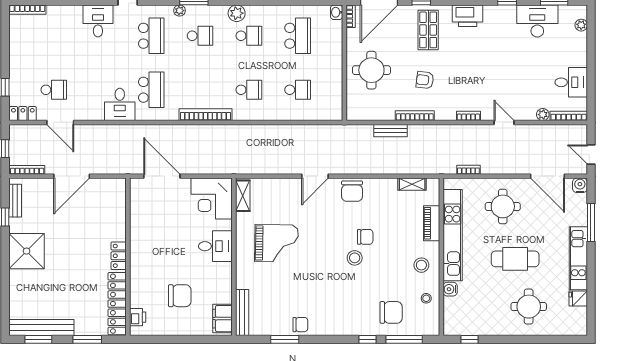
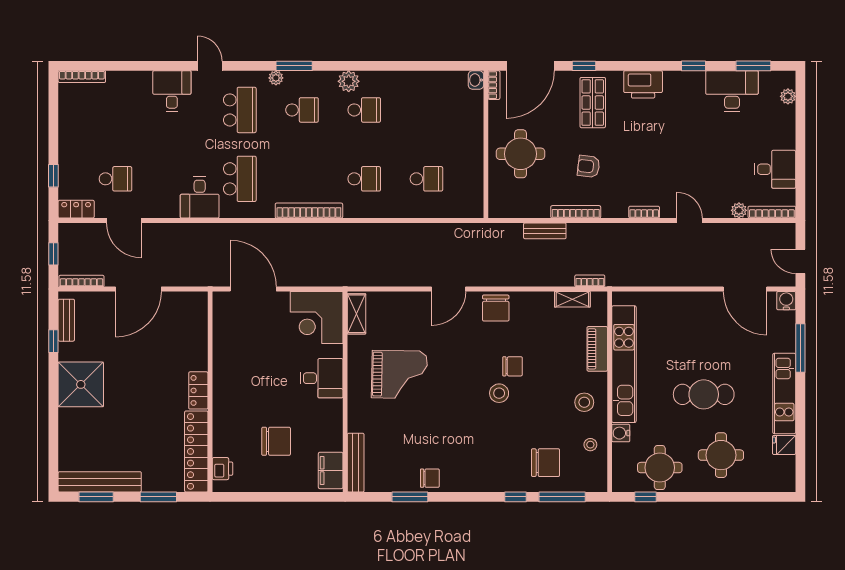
school desk: (298, 36) -> (426, 110), removed
bookcase: (468, 170) -> (590, 281), moved
round table: (503, 206) -> (660, 468), moved

